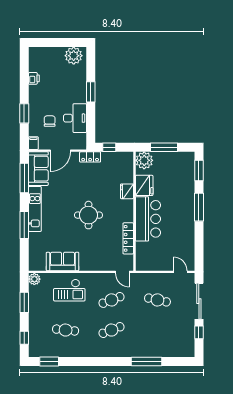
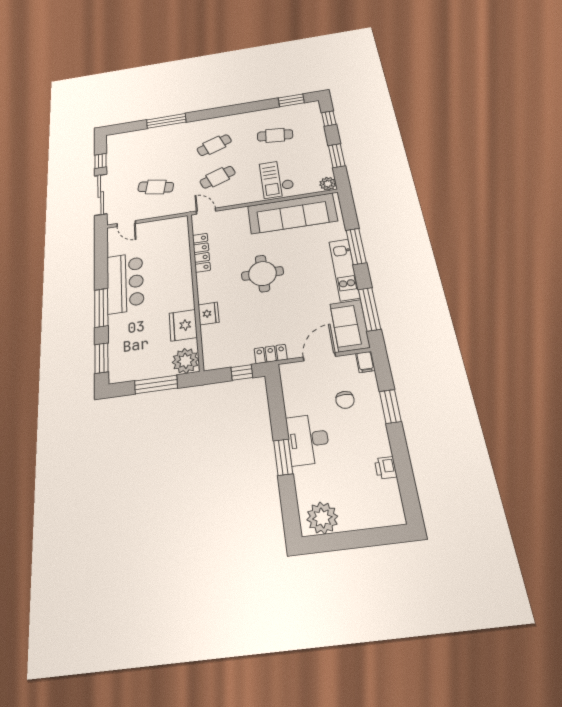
desk: (75, 118) -> (308, 439), moved
bar counter: (148, 219) -> (125, 283), moved, turned 180
sofa: (63, 261) -> (292, 213), width x1.85, depth x1.27
checkout: (69, 290) -> (277, 179), turned -90

